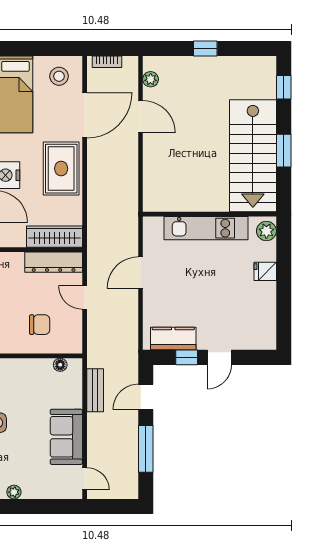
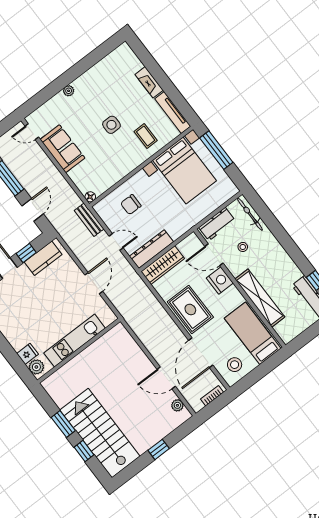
window: (284, 87) -> (84, 451), moved
stairs: (253, 156) -> (100, 433), moved
fridge: (265, 271) -> (28, 354), moved
floor lamp: (60, 365) -> (90, 197), moved
bench: (95, 390) -> (89, 220), moved

